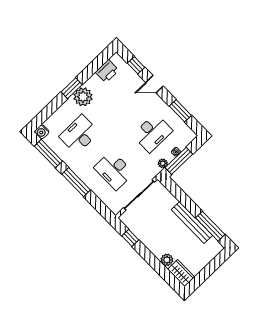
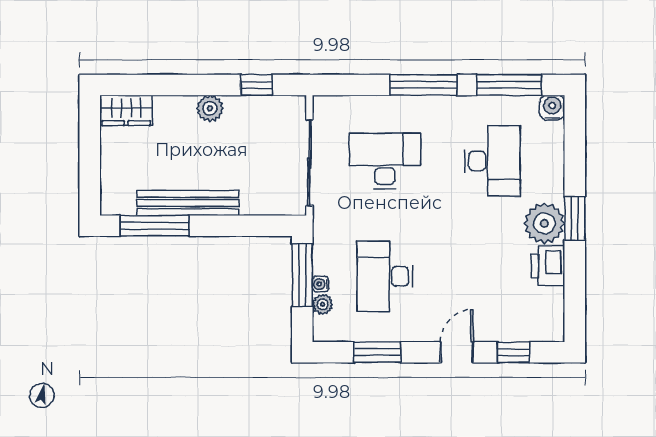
printer: (107, 71) -> (548, 266), moved
plant: (163, 163) -> (323, 304), moved
plant: (167, 260) -> (210, 108), moved

